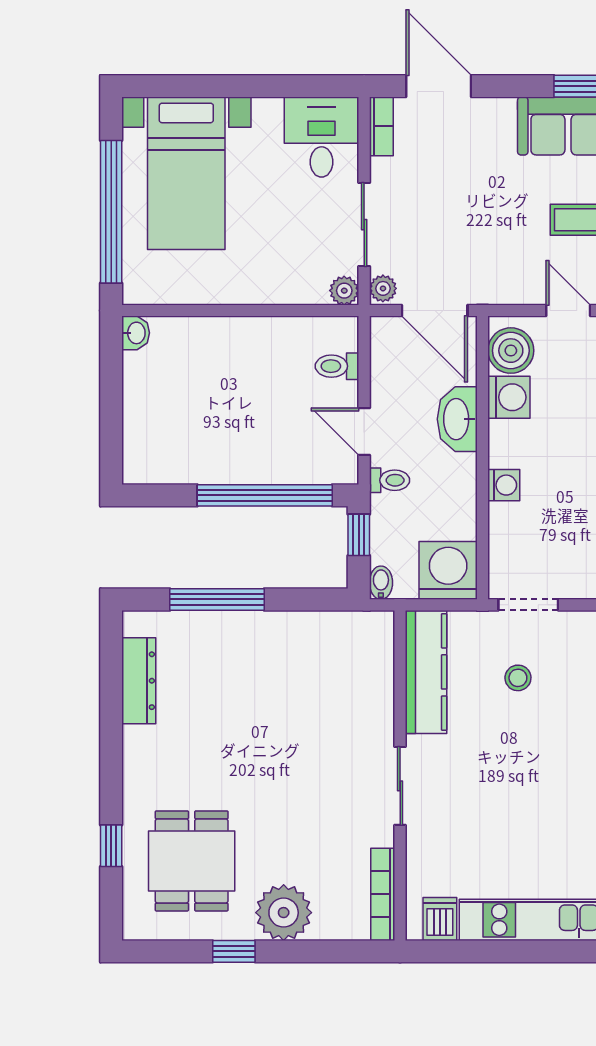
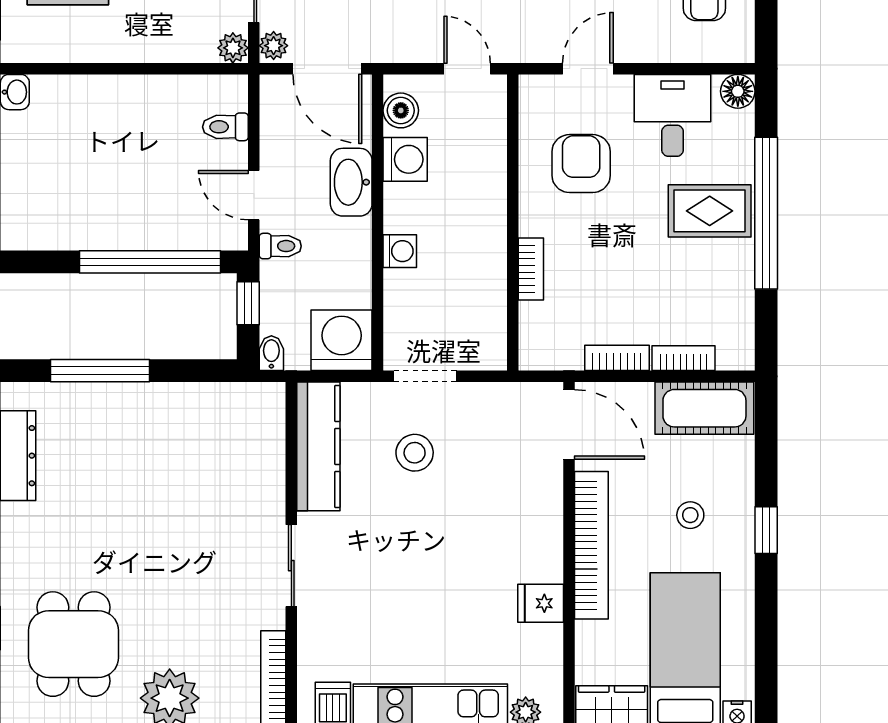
boiler: (511, 351) -> (401, 110), width x0.73, depth x0.73
stool: (518, 678) -> (415, 453), width x1.37, depth x1.37

